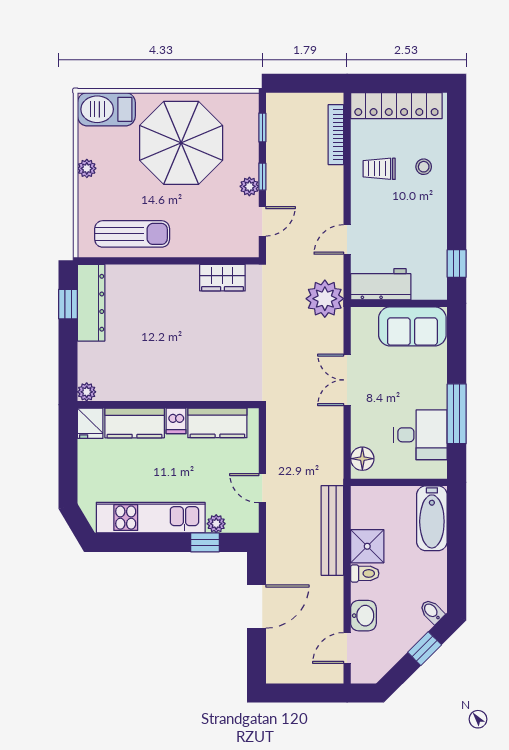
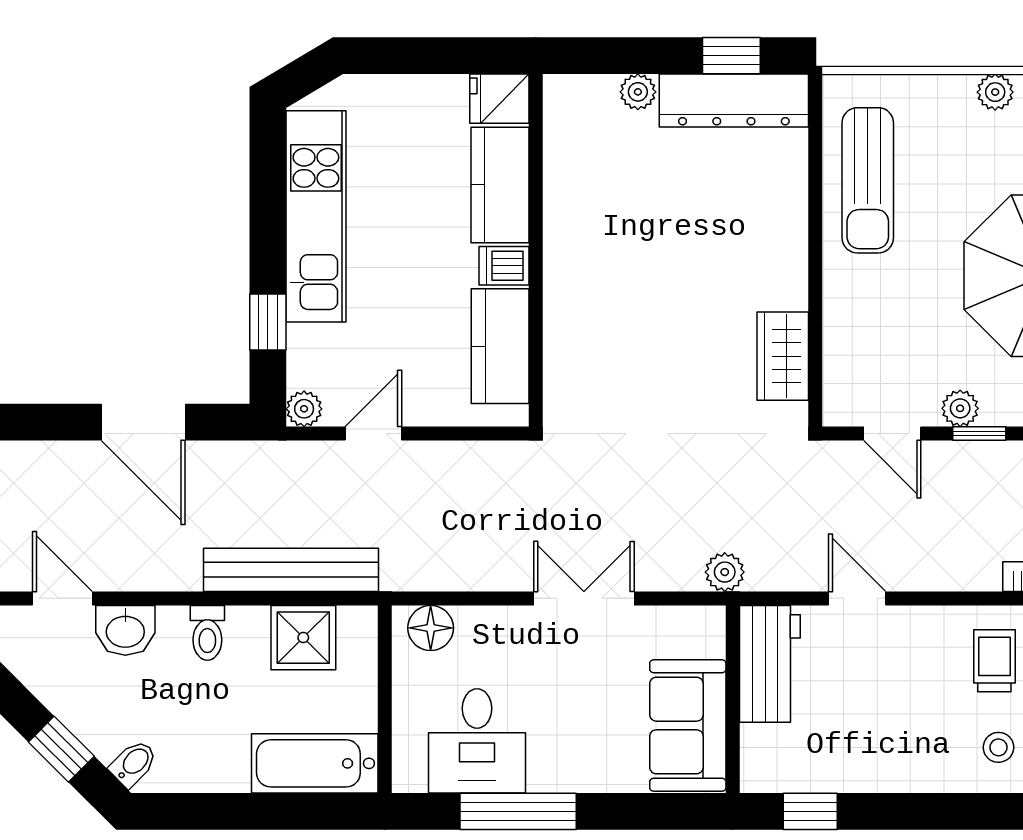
plant: (325, 299) -> (725, 572), width x0.53, depth x0.53
plant: (87, 392) -> (638, 92), moved
plant: (216, 524) -> (304, 409), moved
shower: (367, 546) -> (303, 638), moved

